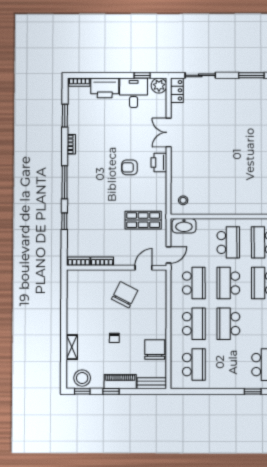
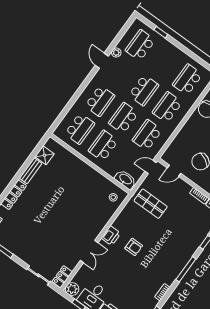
school desk: (228, 283) -> (124, 118), turned 180

